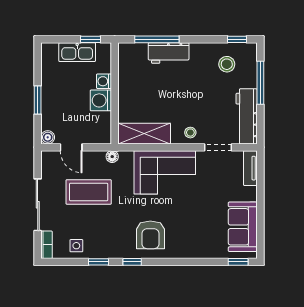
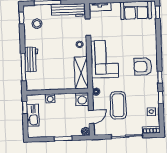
washing machine: (101, 100) -> (82, 99), moved
armchair: (150, 235) -> (143, 67), turned 180

